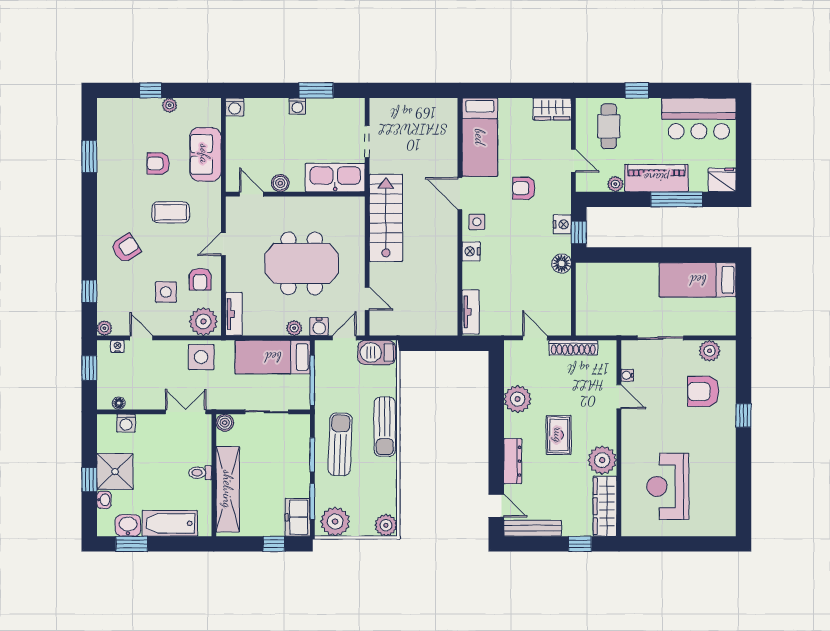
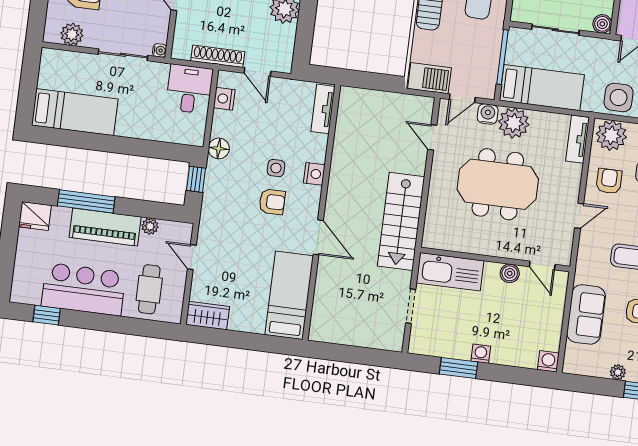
window: (637, 90) -> (47, 315), moved
bar counter: (699, 119) -> (84, 289), moved
armchair: (524, 188) -> (272, 202), moved
side table: (477, 222) -> (276, 168), moved
nightstand: (562, 224) -> (224, 99), moved
desk: (595, 314) -> (189, 89), added
plant: (294, 328) -> (514, 123), width x1.88, depth x1.88
water cooler: (627, 375) -> (160, 50), moved

